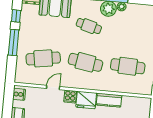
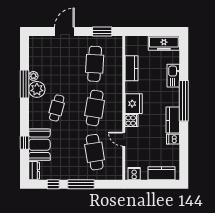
kitchen counter: (109, 100) -> (131, 68), moved

